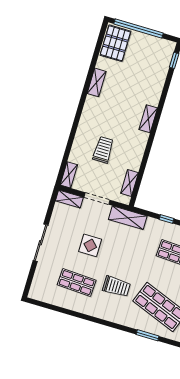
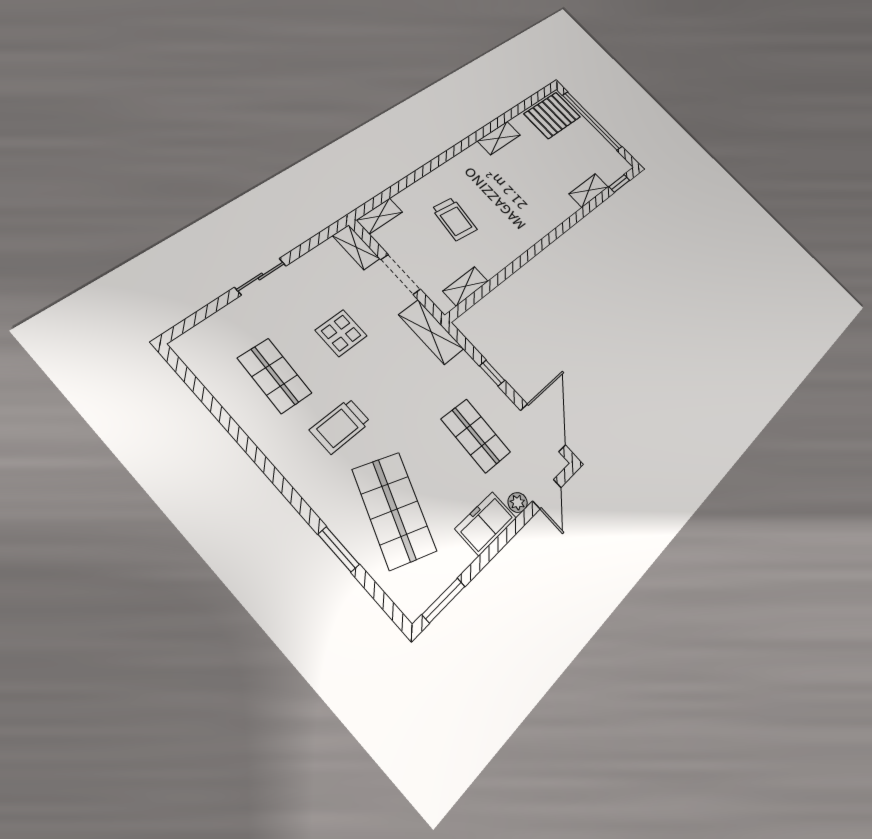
shelving: (148, 119) -> (589, 190), moved
trolley: (103, 150) -> (454, 219), turned 97
sliding door: (41, 243) -> (261, 276), width x0.73
trolley: (116, 286) -> (340, 426), turned 90

